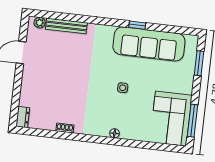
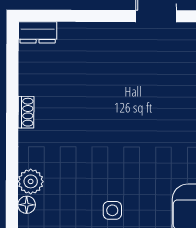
plant: (102, 130) -> (31, 181), added

